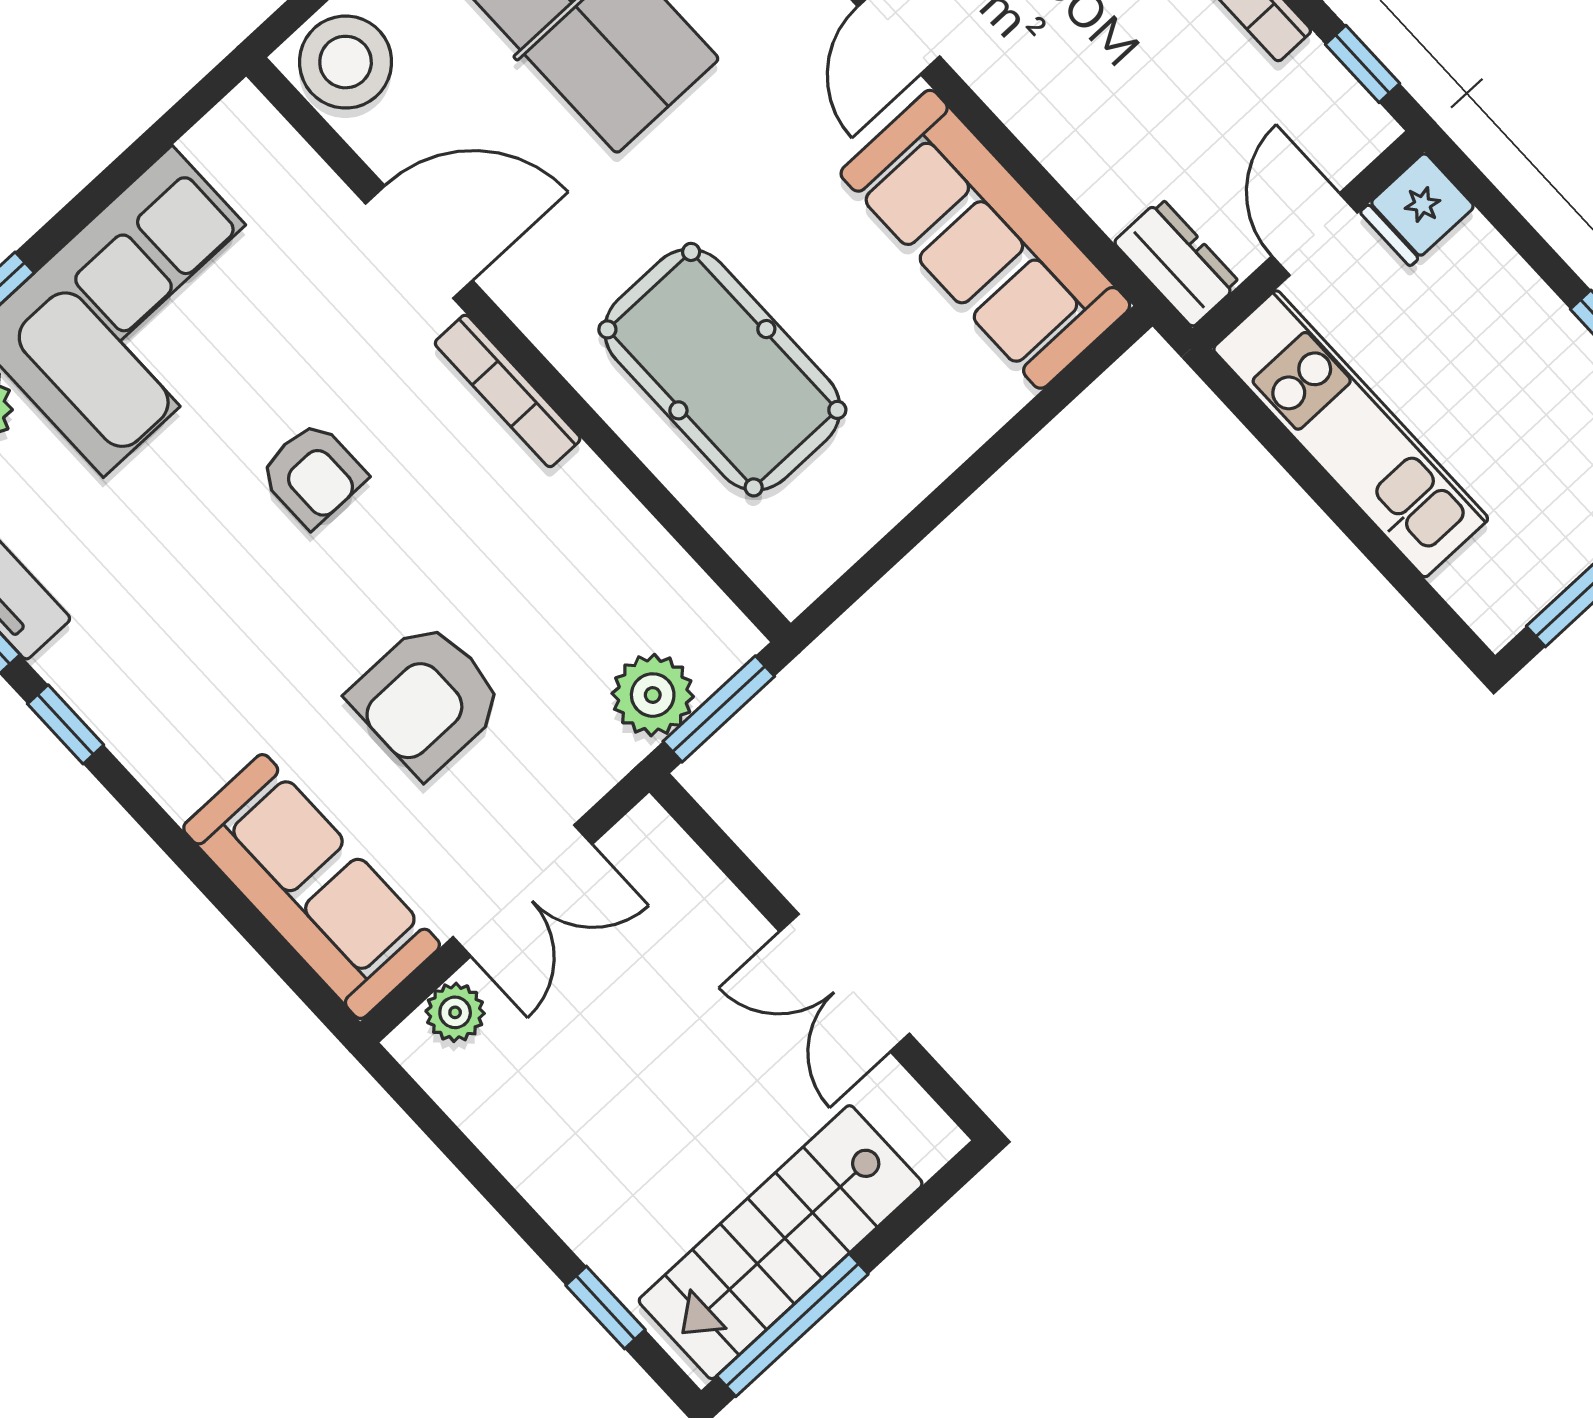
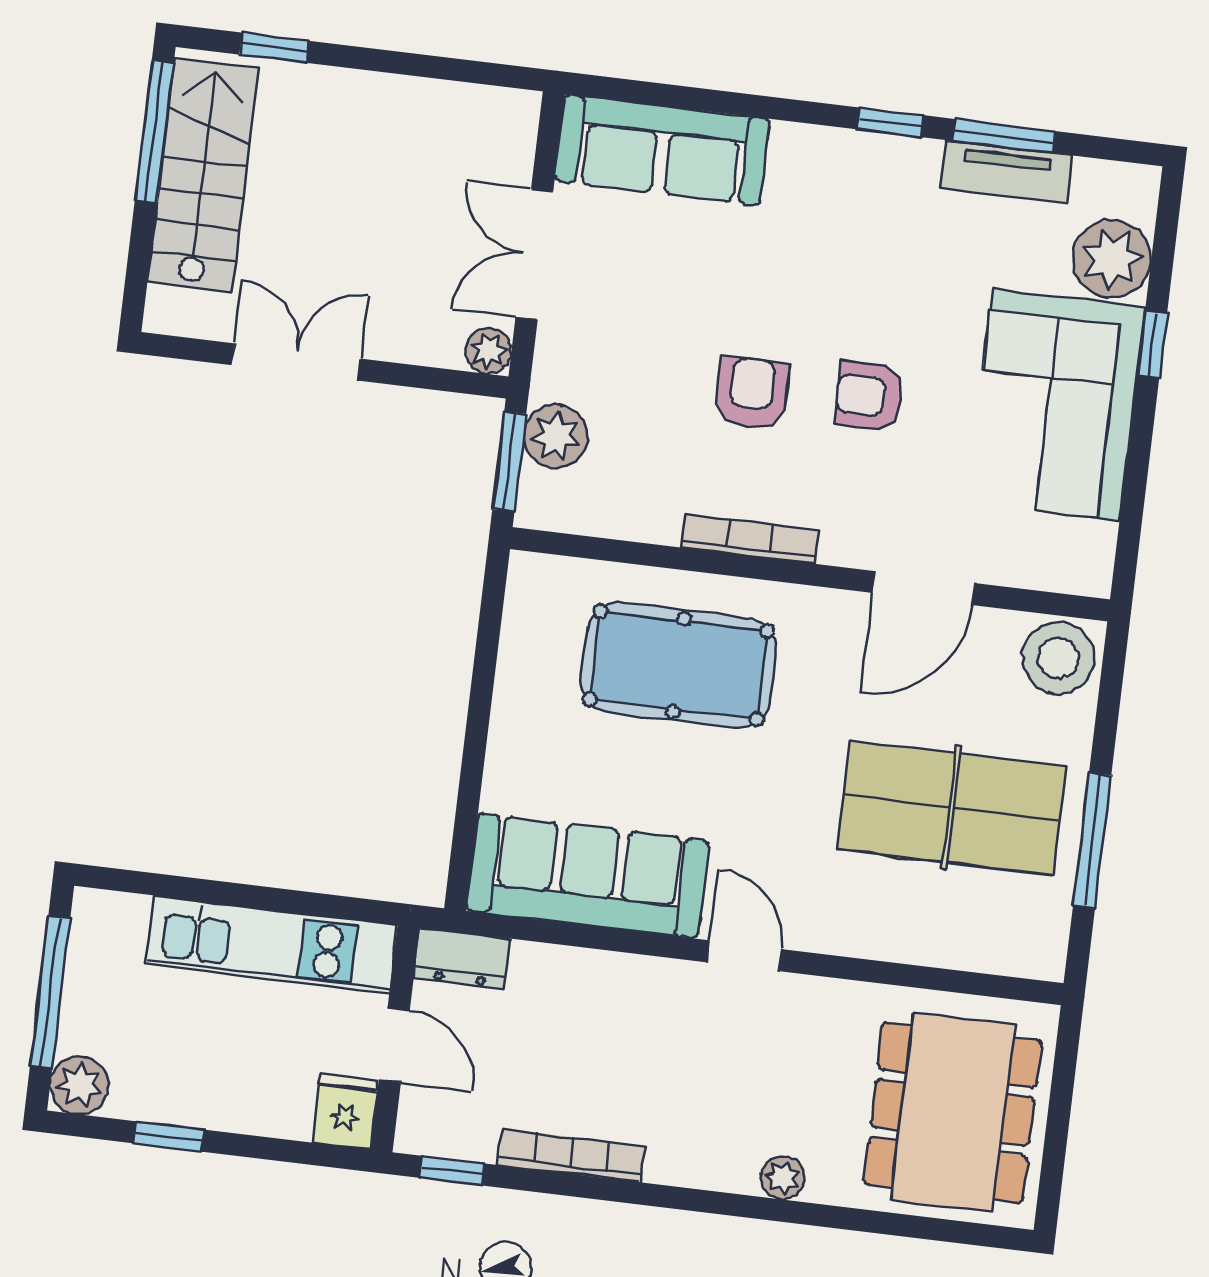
bookcase: (508, 391) -> (750, 539), moved
armchair: (427, 699) -> (752, 394), moved, width x0.72, depth x0.72
plant: (455, 1012) -> (488, 351), moved

